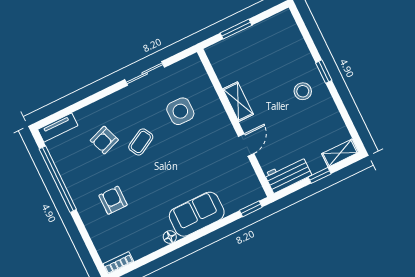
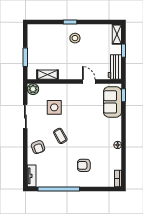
plant: (192, 65) -> (33, 89), added
shelving: (238, 102) -> (48, 75), moved
armchair: (104, 140) -> (38, 147), moved
sofa: (197, 214) -> (112, 102), moved

